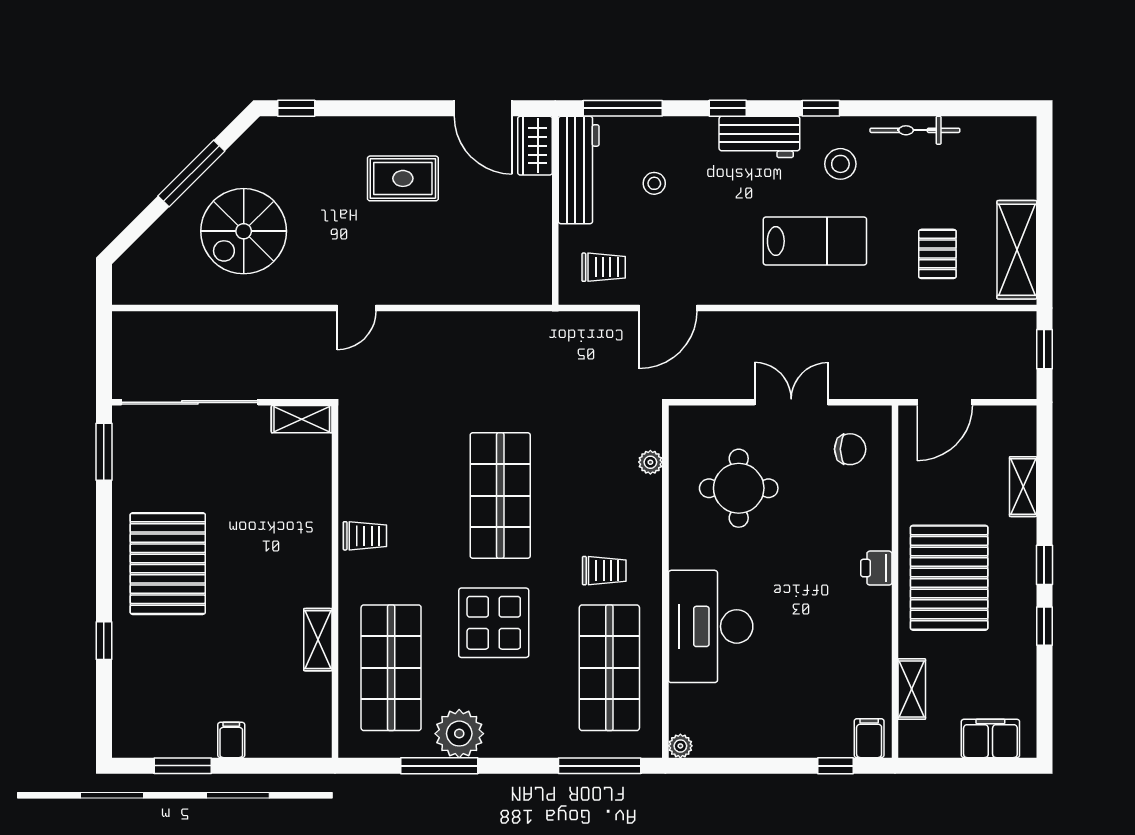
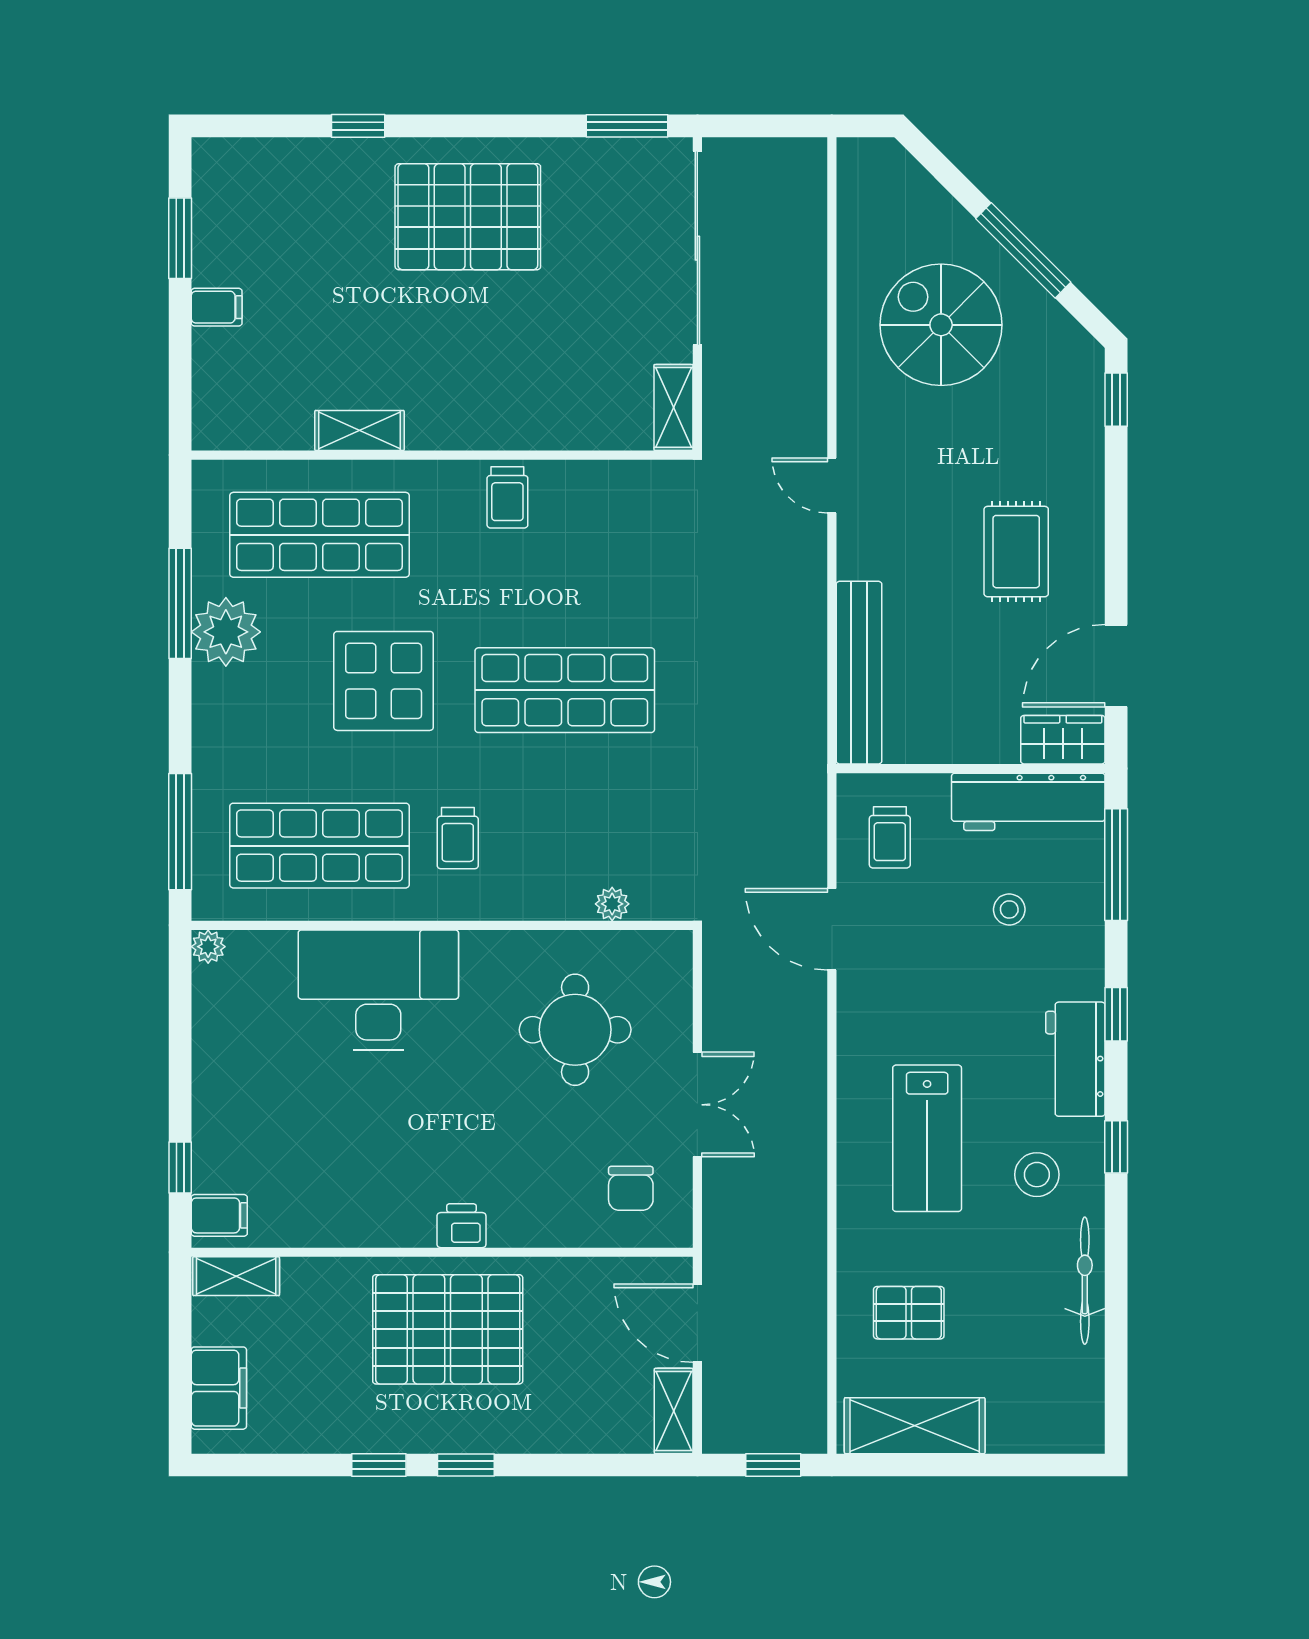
bench: (488, 289) -> (859, 673), added
shelving: (1023, 487) -> (674, 1411), moved, turned 90
shelving: (912, 689) -> (236, 1276), moved

